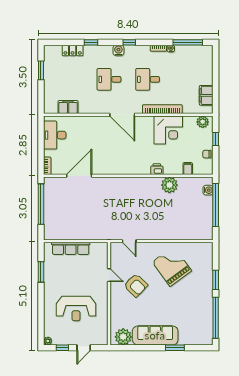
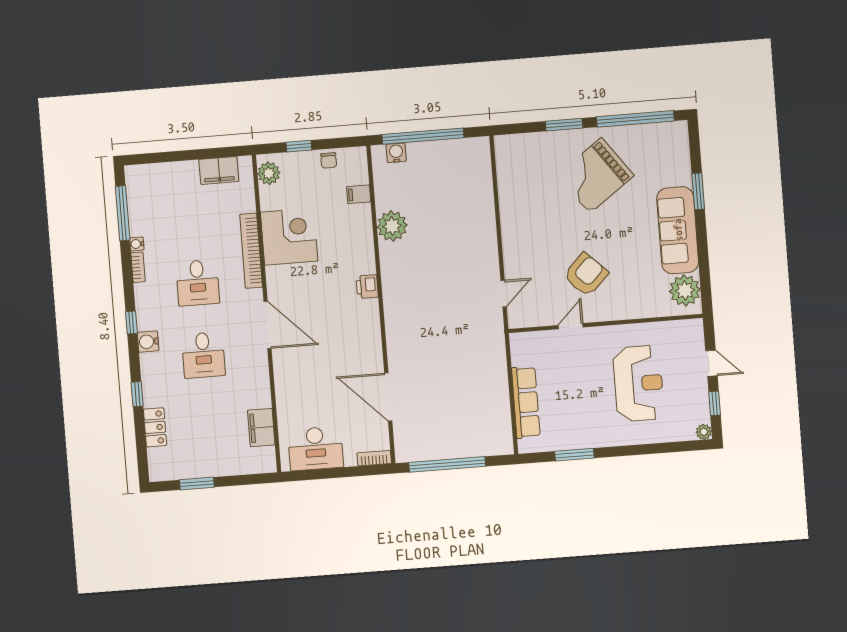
door: (122, 115) -> (267, 325), hinge flipped
printer: (157, 169) -> (367, 287), moved
grand piano: (172, 266) -> (595, 175), moved

